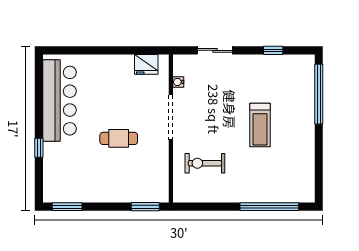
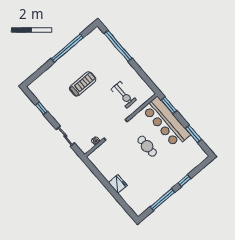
fridge: (146, 64) -> (118, 184), moved
window: (319, 94) -> (67, 48), moved
bar counter: (59, 101) -> (166, 122), moved, turned -90
window: (39, 102) -> (162, 199), added
window: (67, 207) -> (193, 134), moved

